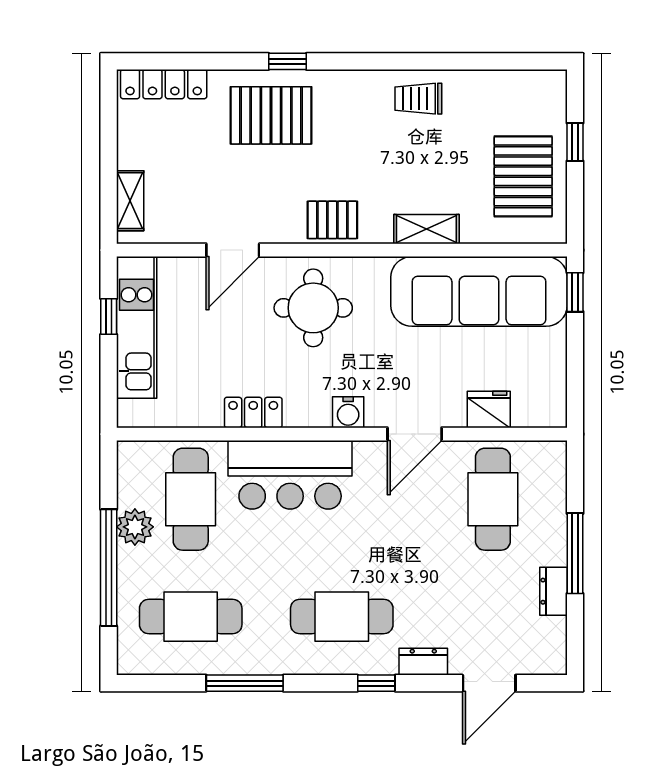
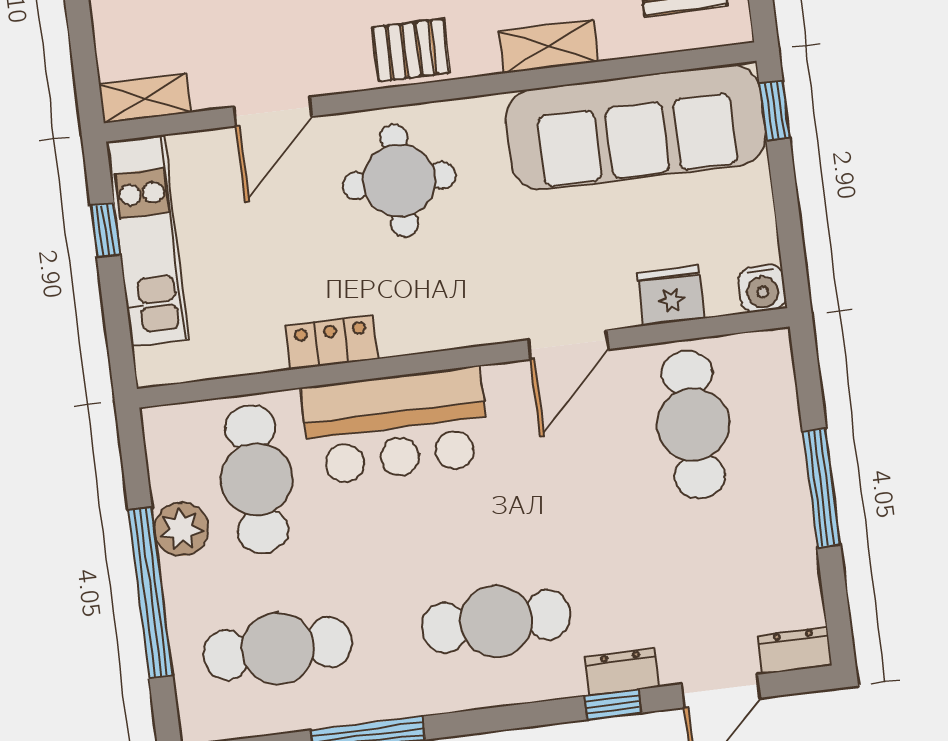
shelving: (130, 201) -> (145, 98), moved, turned 90
water cooler: (348, 412) -> (762, 288), moved
dresser: (553, 591) -> (795, 650), moved, turned 90
window: (376, 683) -> (613, 705), moved

